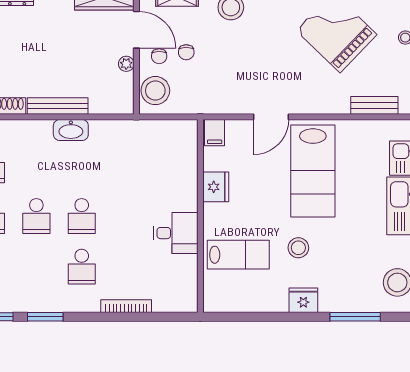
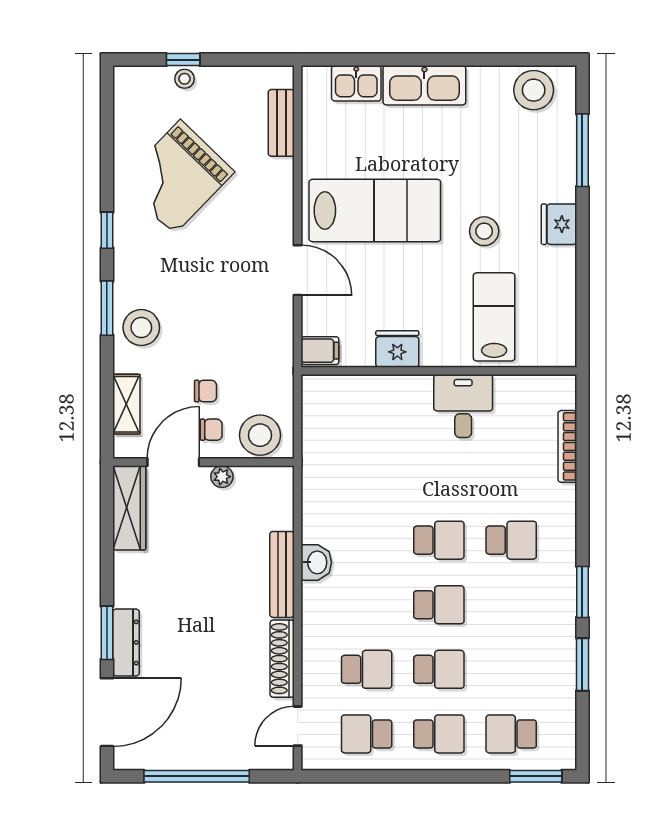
washbasin: (71, 130) -> (316, 562), width x0.72
bookcase: (126, 306) -> (567, 446), moved

